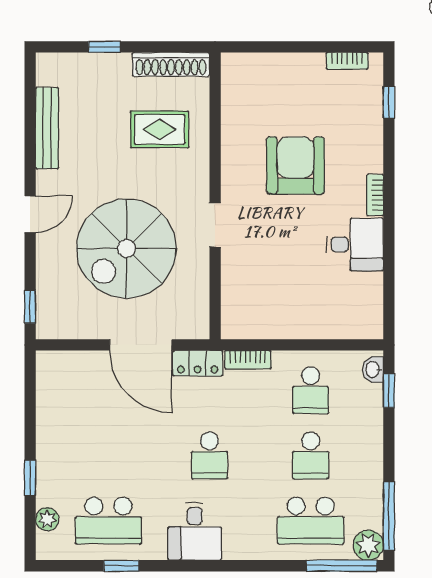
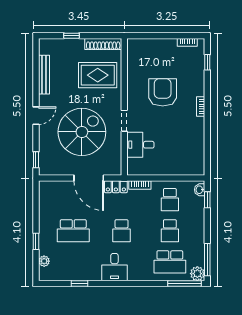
rug: (160, 129) -> (98, 75), width x1.36, depth x1.43
desk: (355, 244) -> (140, 145), moved, turned 180
spiral stairs: (126, 248) -> (82, 132), turned 180
school desk: (108, 521) -> (73, 231), moved

